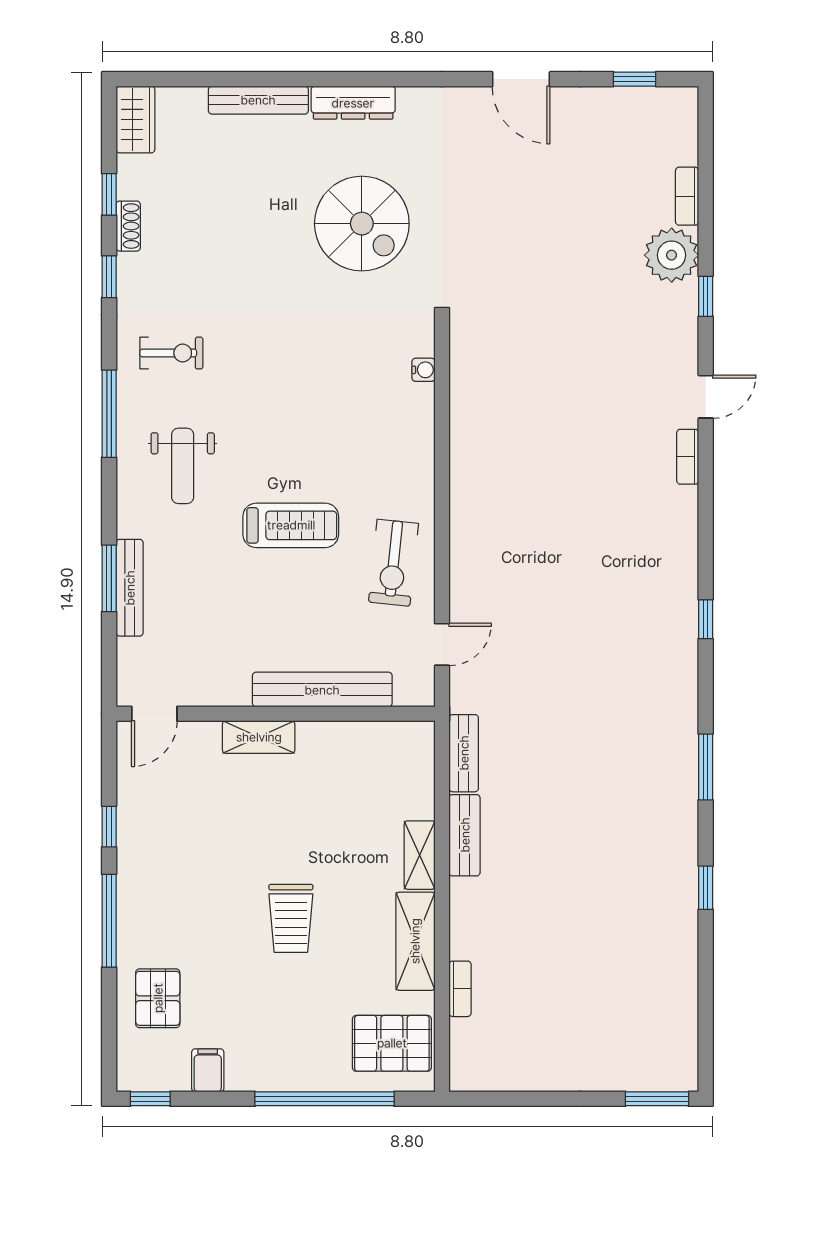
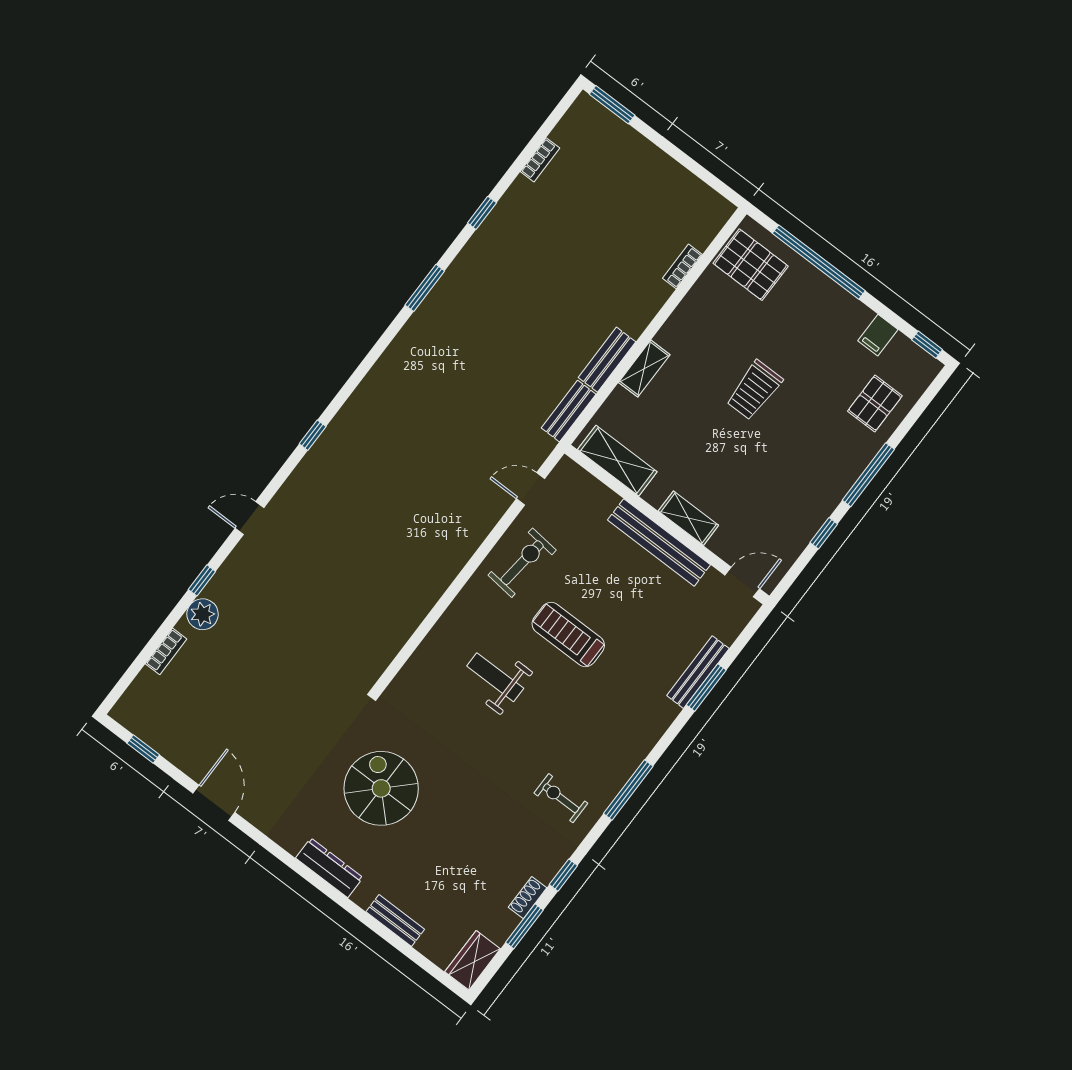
bench: (258, 100) -> (395, 920), width x0.73
window: (109, 194) -> (524, 926), width x1.50
plant: (672, 255) -> (203, 614), width x0.73, depth x0.73
water cooler: (424, 370) -> (412, 668), removed
bookcase: (688, 457) -> (540, 160), moved
weight bench: (183, 466) -> (495, 677), moved, turned -90
window: (706, 619) -> (313, 435), moved
bench: (322, 690) -> (659, 542), moved
trolley: (291, 918) -> (754, 390), turned 180
shelving: (415, 941) -> (617, 461), moved, turned 90

